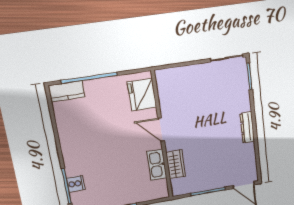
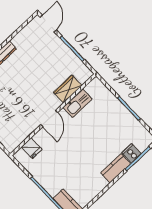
fridge: (142, 95) -> (32, 148), width x0.53, depth x0.75
kitchen counter: (71, 160) -> (116, 168), added

